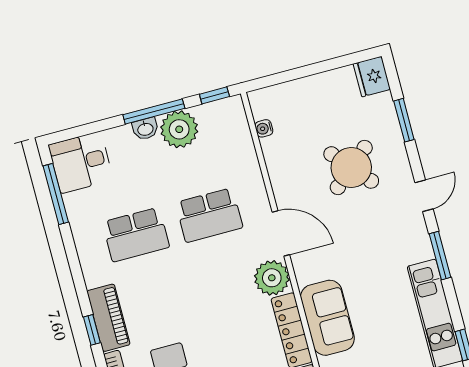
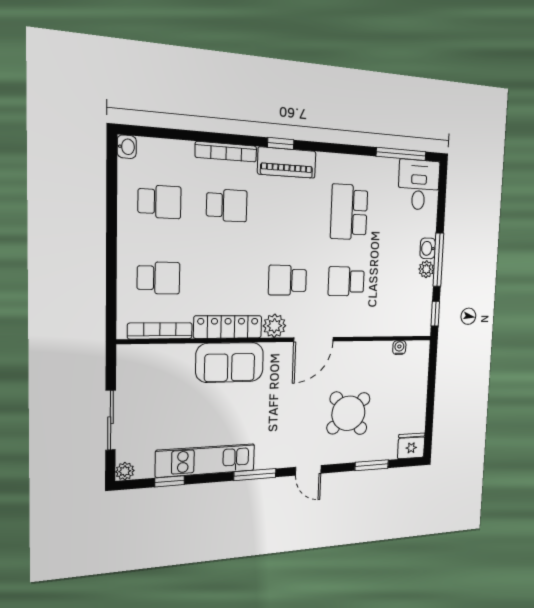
plant: (179, 129) -> (426, 269), width x0.53, depth x0.53
school desk: (209, 215) -> (346, 281), width x0.54
plant: (272, 278) -> (274, 326), width x0.73, depth x0.73
school desk: (227, 281) -> (288, 280), added

